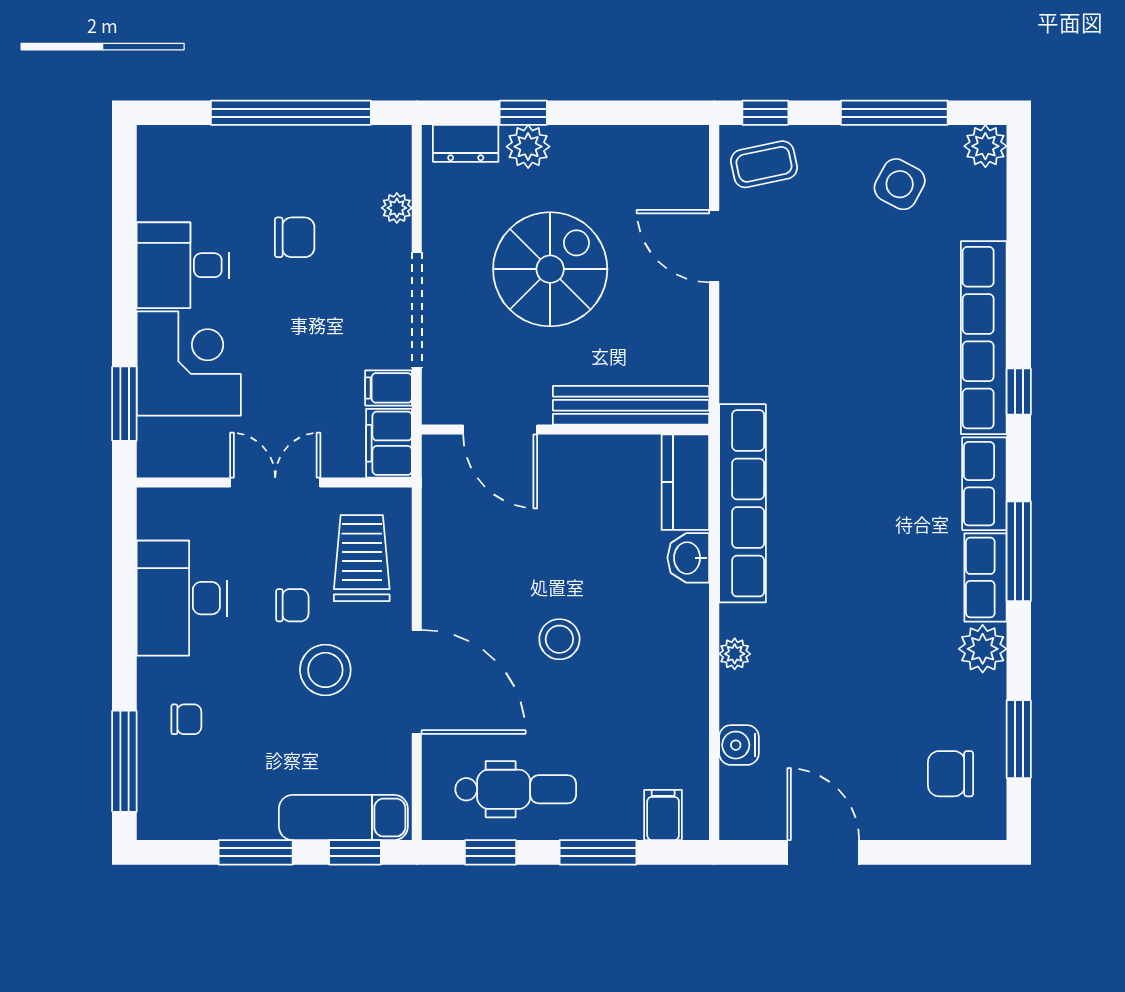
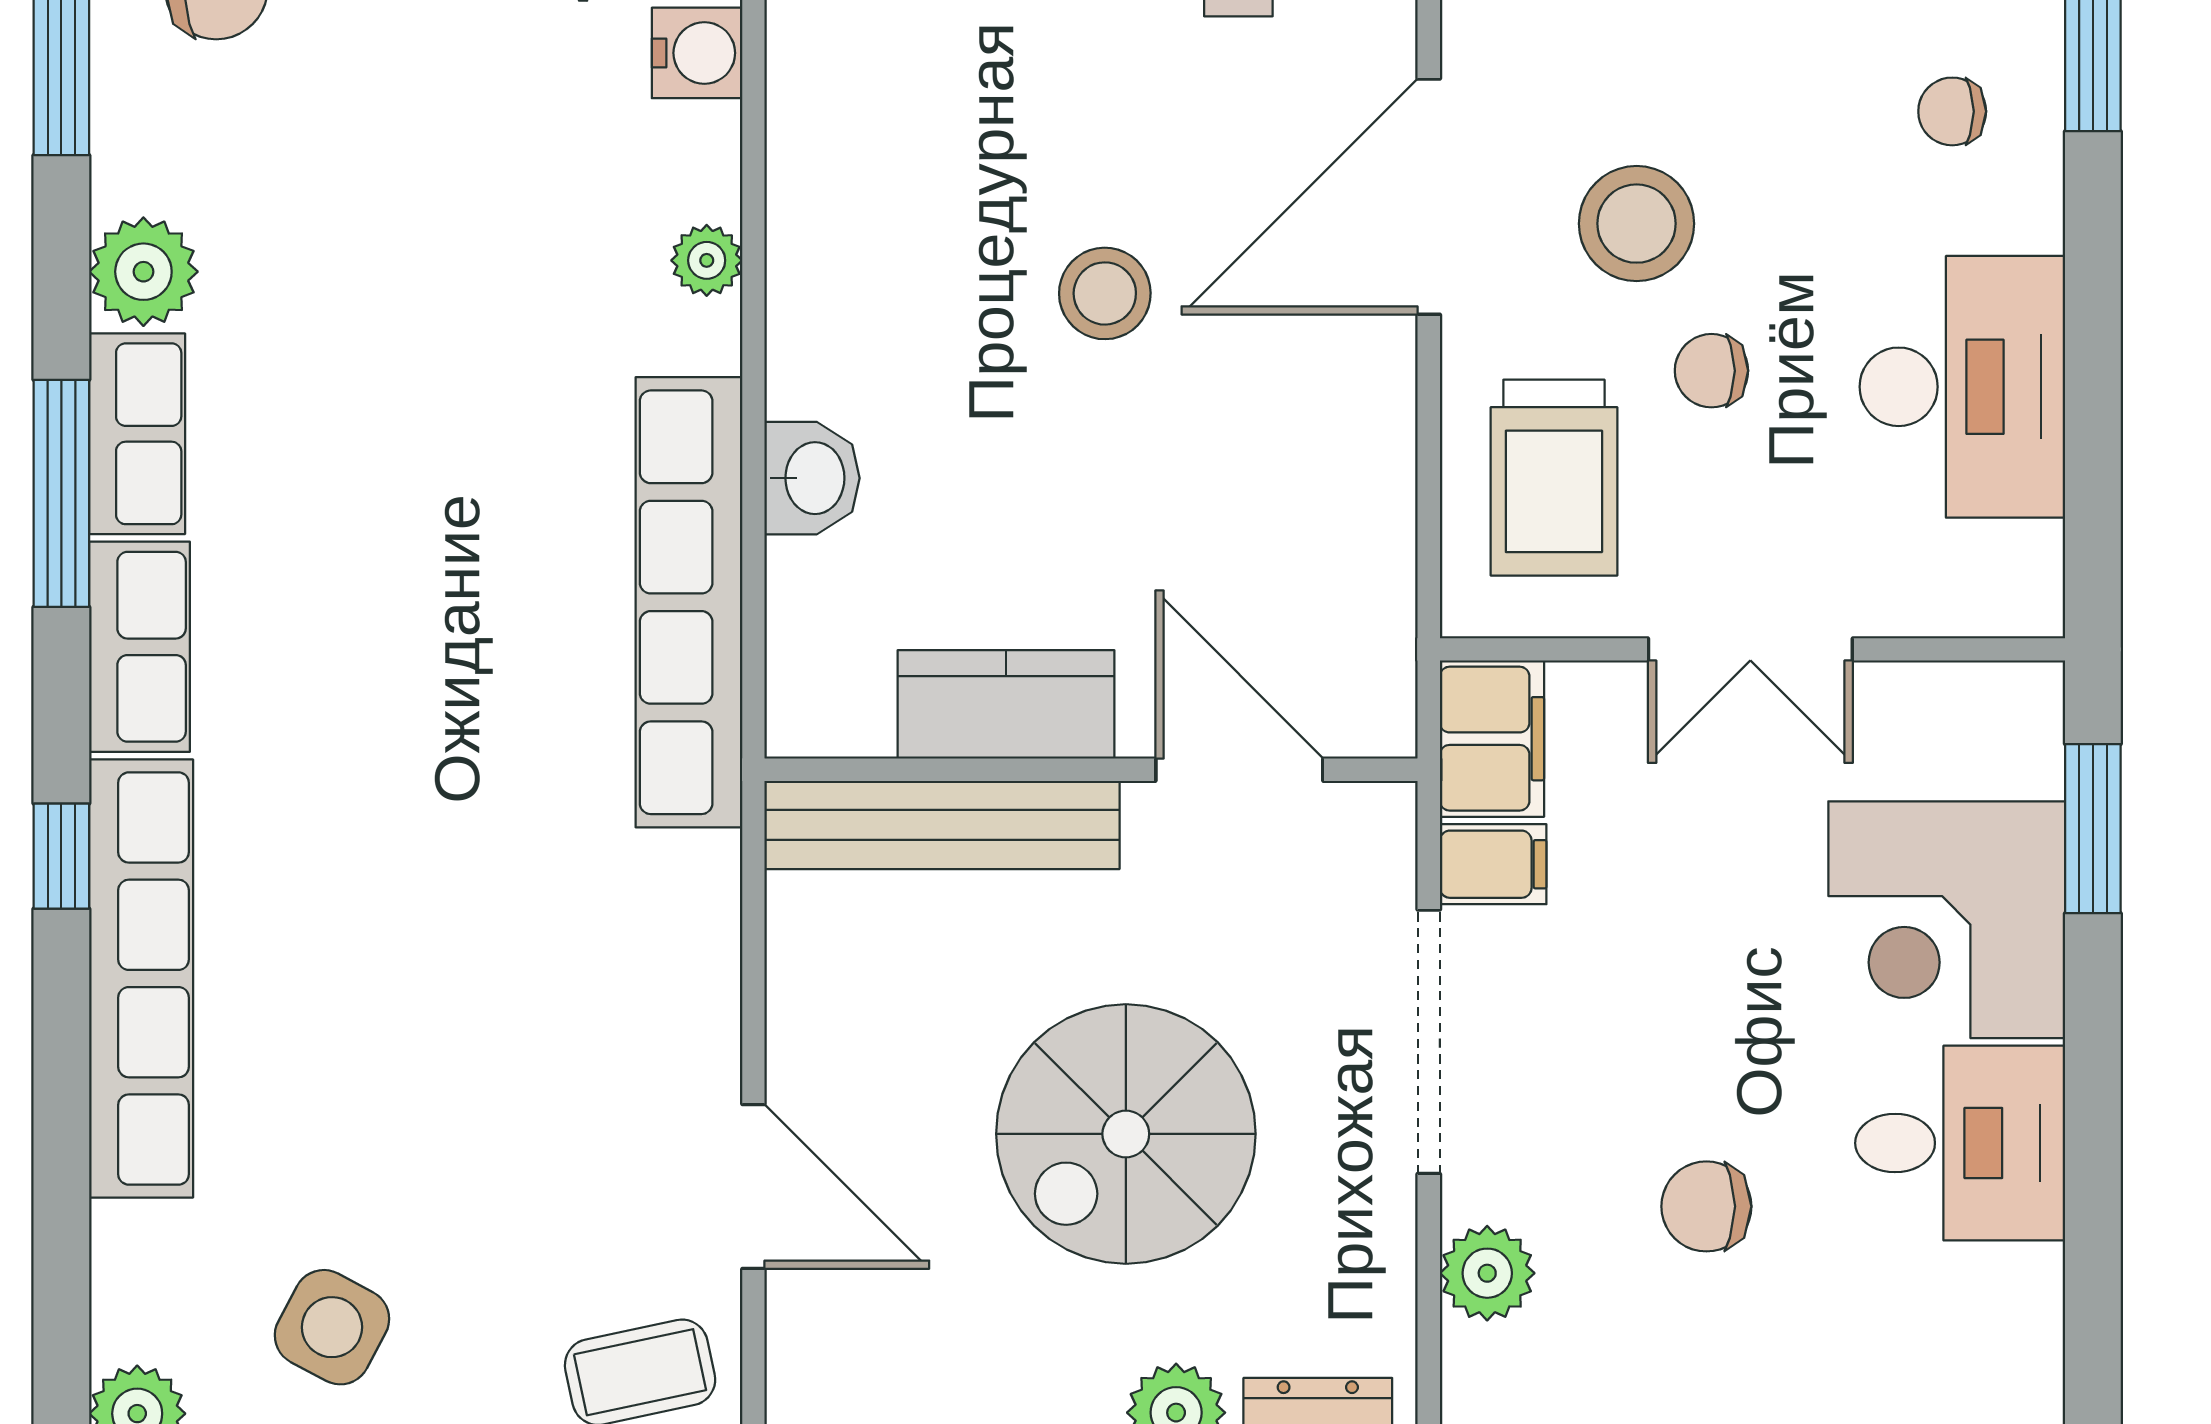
plant: (397, 208) -> (1487, 1273), width x1.38, depth x1.38
kitchen counter: (685, 482) -> (1006, 704), moved, turned -90
door: (417, 682) -> (1429, 197), hinge flipped

